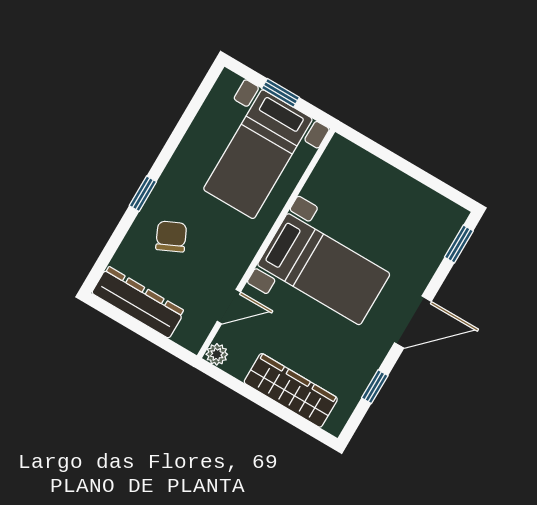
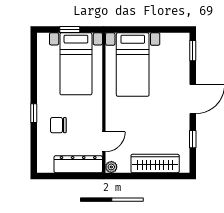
chair: (171, 236) -> (58, 125), turned -65
bed with nightstands: (324, 269) -> (133, 65), moved, turned 90
dresser: (138, 302) -> (78, 164), moved

